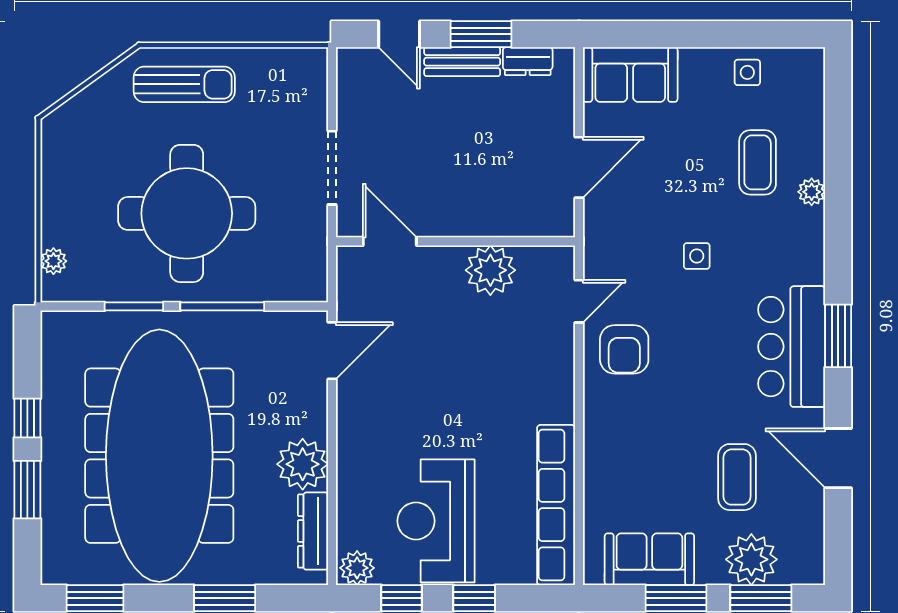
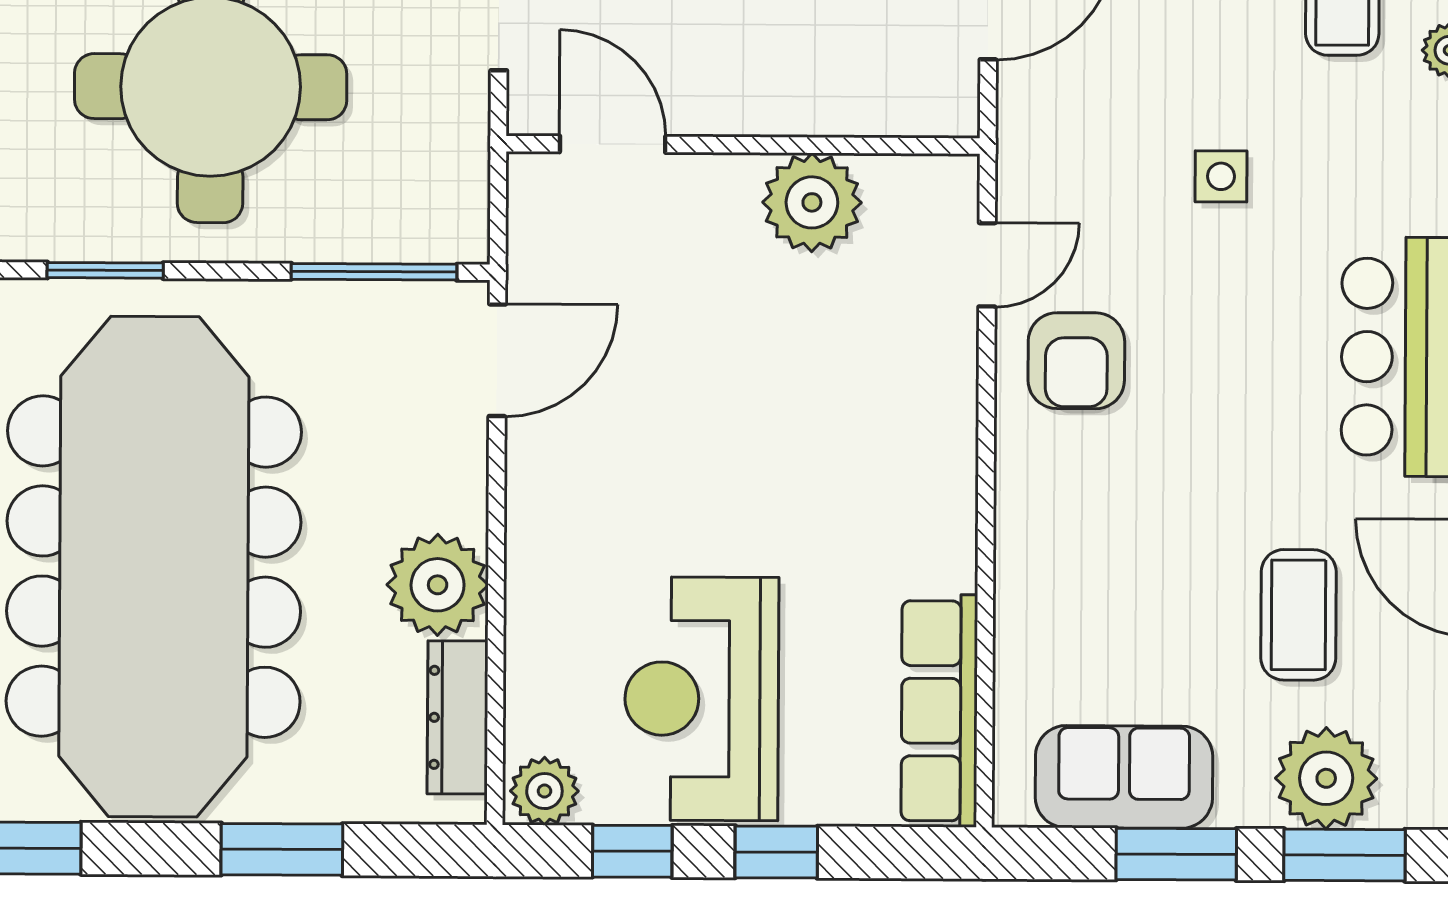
window: (222, 306) -> (374, 272), moved
row of seats: (556, 505) -> (939, 711), width x0.73

